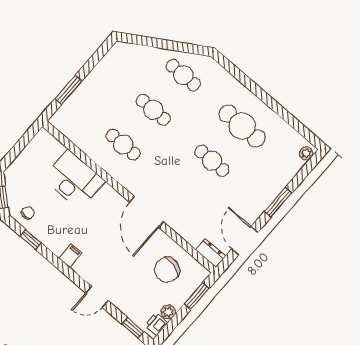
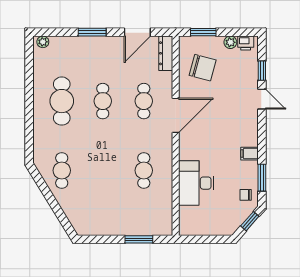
cafe table: (153, 110) -> (144, 101), moved
window: (30, 239) -> (262, 178), width x1.50
dresser: (211, 253) -> (166, 53), width x1.44
filing cabinet: (70, 256) -> (249, 154), moved
window: (133, 328) -> (262, 71), moved

